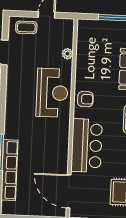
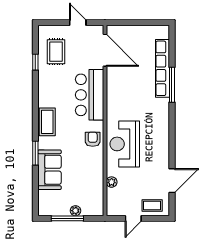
plant: (106, 25) -> (75, 211), added
armchair: (85, 99) -> (93, 139), turned 90

